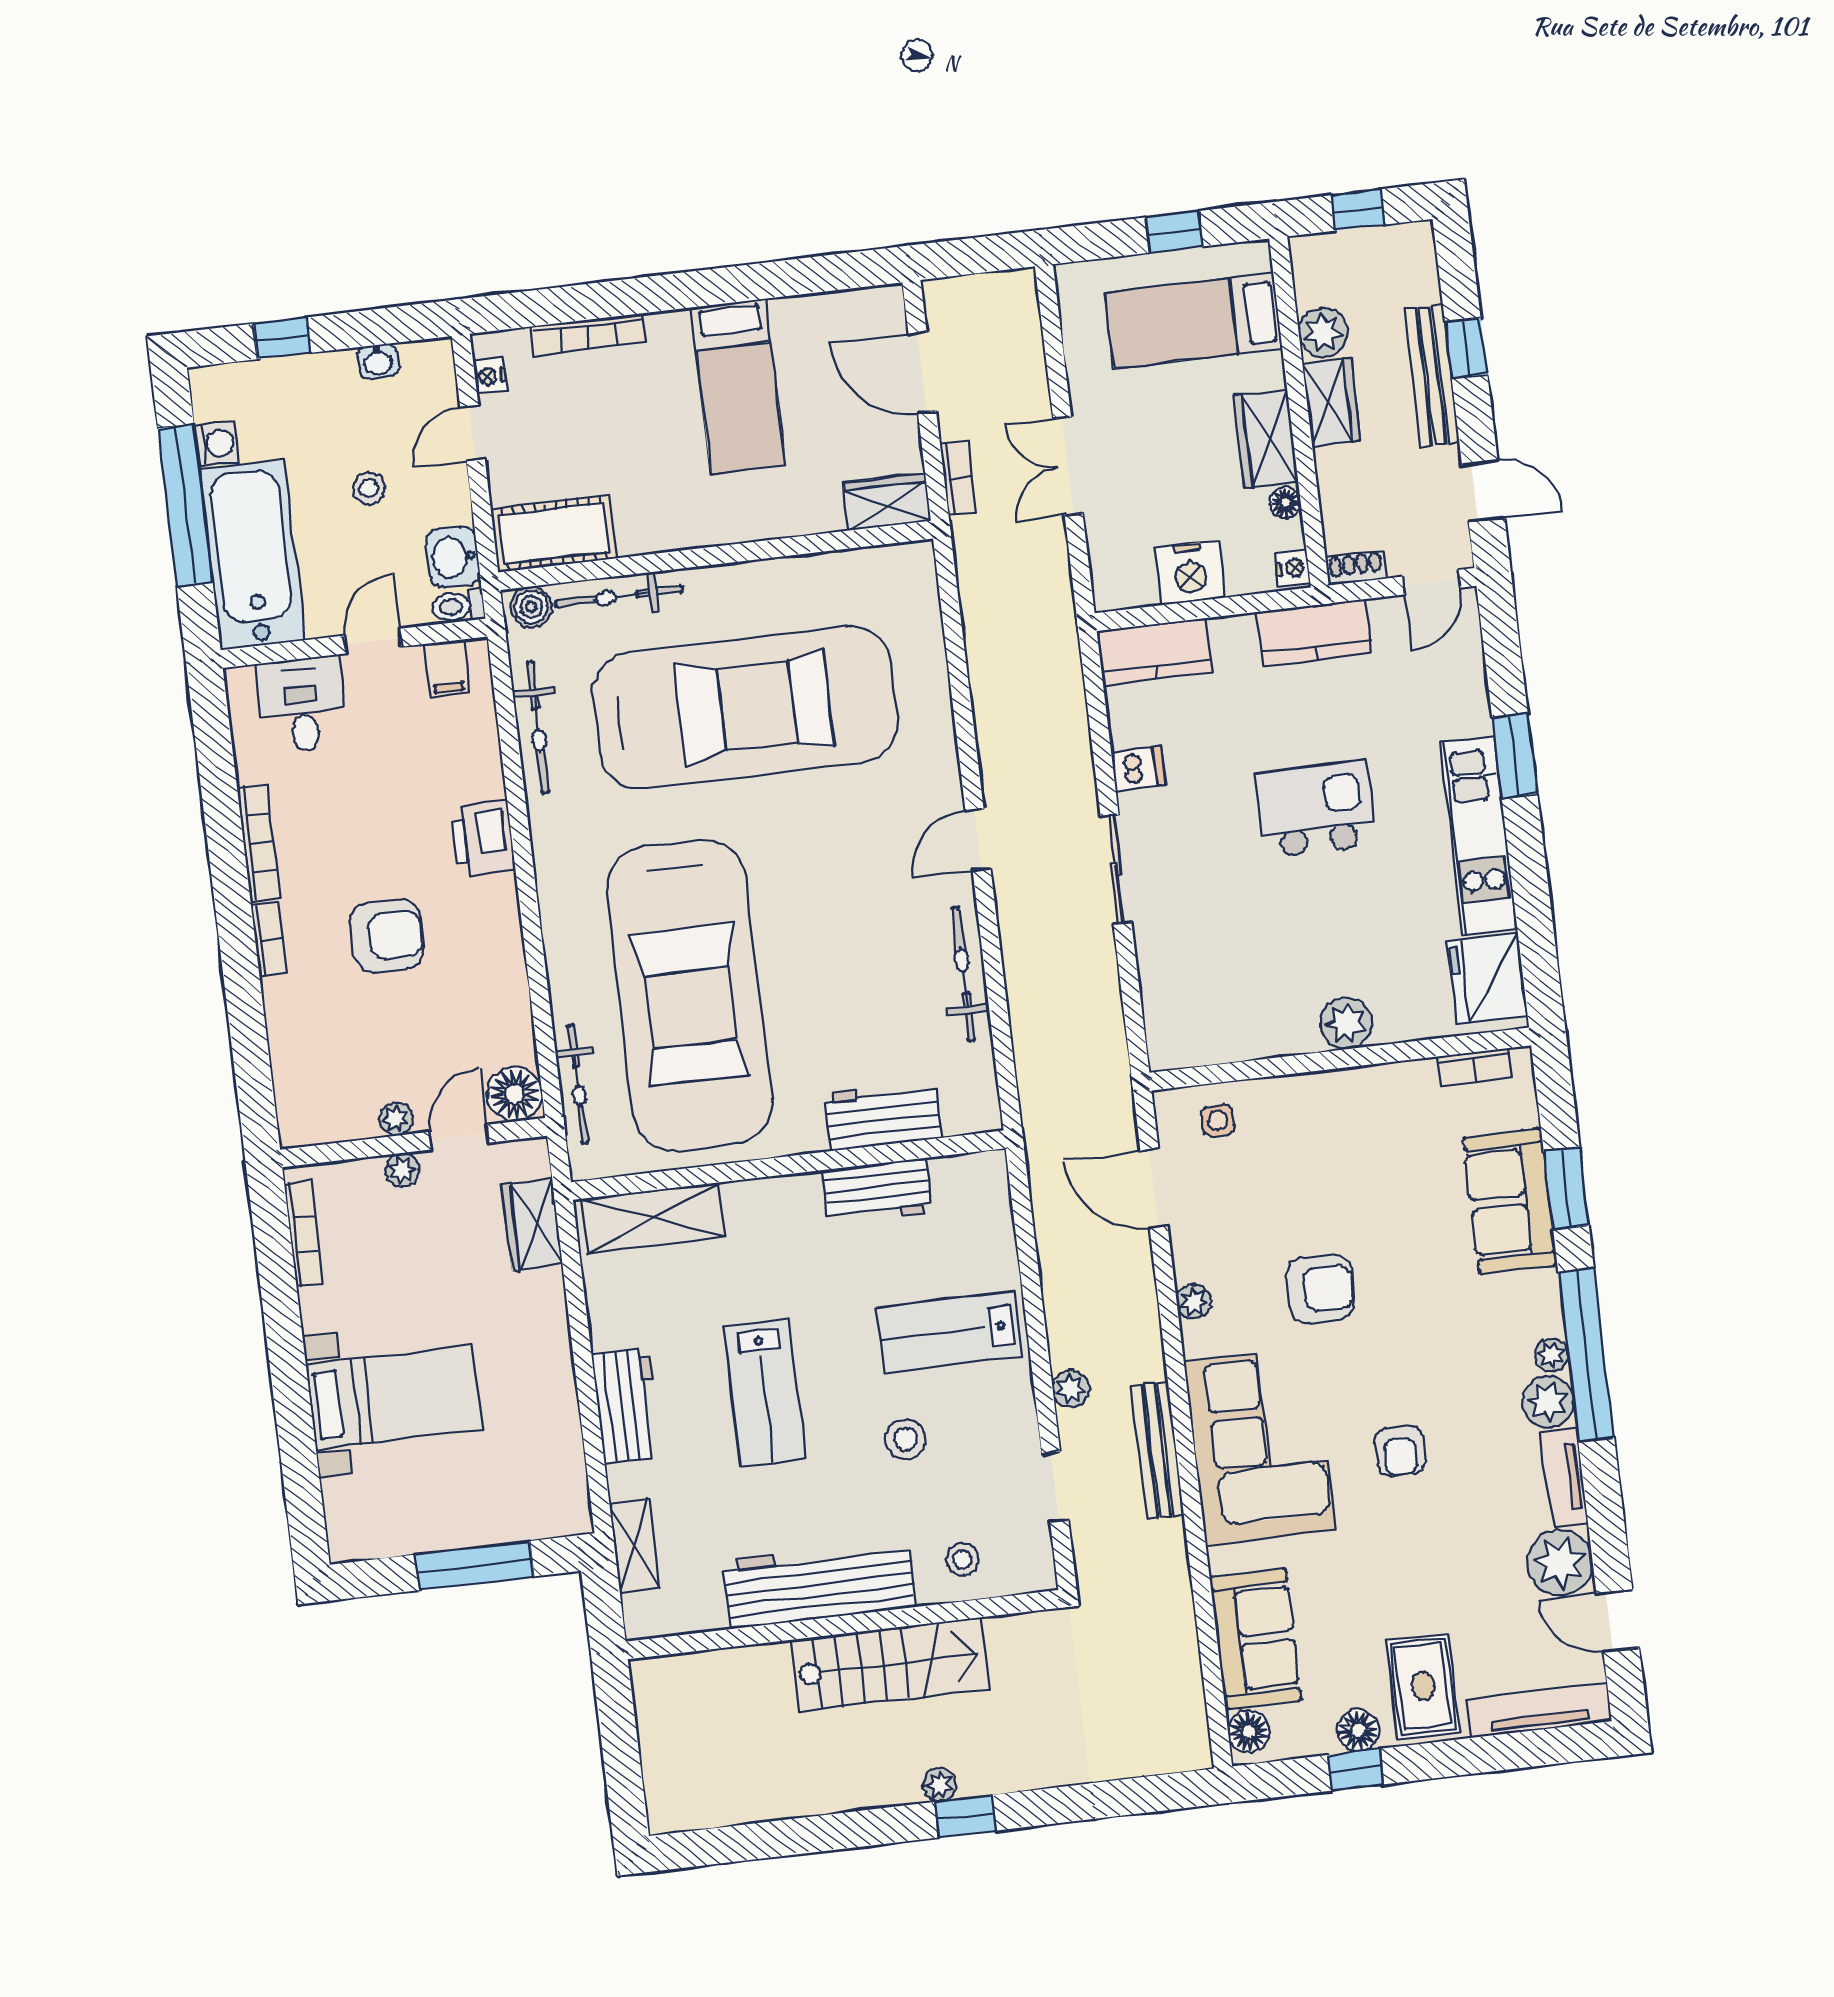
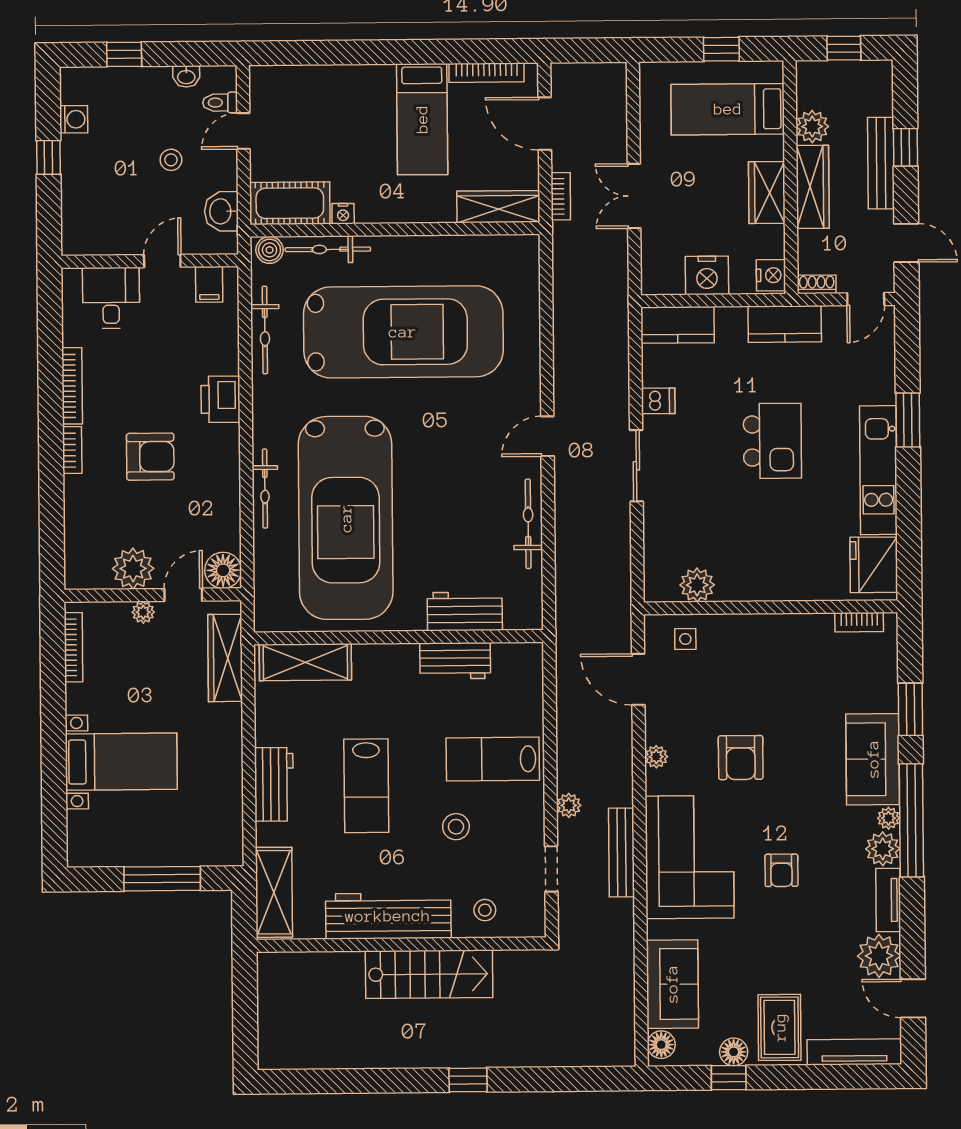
bookcase: (588, 334) -> (487, 73), moved
nightstand: (490, 376) -> (343, 214), moved, turned -90
wardrobe: (1331, 402) -> (813, 187), width x1.50
wardrobe: (887, 502) -> (498, 207), width x1.50
floor lamp: (1285, 503) -> (775, 236), removed
window: (185, 505) -> (48, 157), width x0.32
bathtub: (252, 555) -> (89, 195), removed
nightstand: (1292, 568) -> (771, 275), width x1.39, depth x1.35
toilet: (458, 606) -> (220, 103), moved
kitchen island: (1315, 810) -> (772, 441), turned 90
plant: (1346, 1023) -> (697, 585), moved
bicycle: (578, 1084) -> (265, 489), moved
plant: (396, 1119) -> (133, 569), width x1.88, depth x1.88
sofa: (1510, 1201) -> (873, 759), moved
wardrobe: (532, 1225) -> (225, 658), width x1.50
armchair: (1320, 1289) -> (741, 758), turned 90
shelving: (635, 1546) -> (274, 892), width x1.50, depth x1.33
plant: (939, 1785) -> (453, 1057), removed

